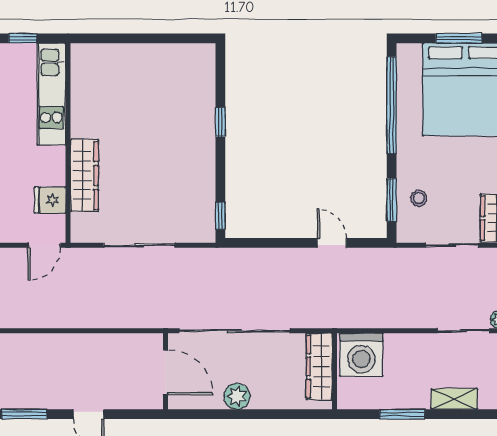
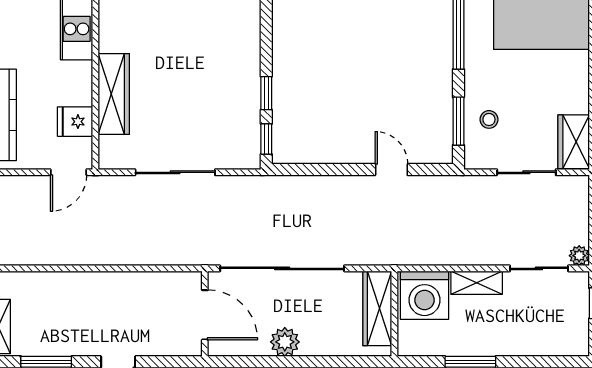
window: (220, 122) -> (266, 93), moved
shelving: (454, 399) -> (477, 283), moved

